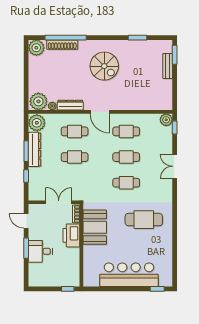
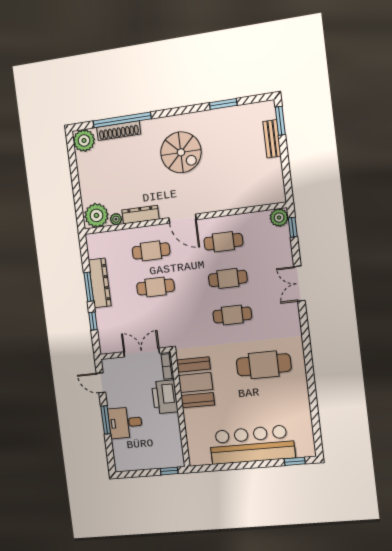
plant: (37, 123) -> (98, 246), removed

